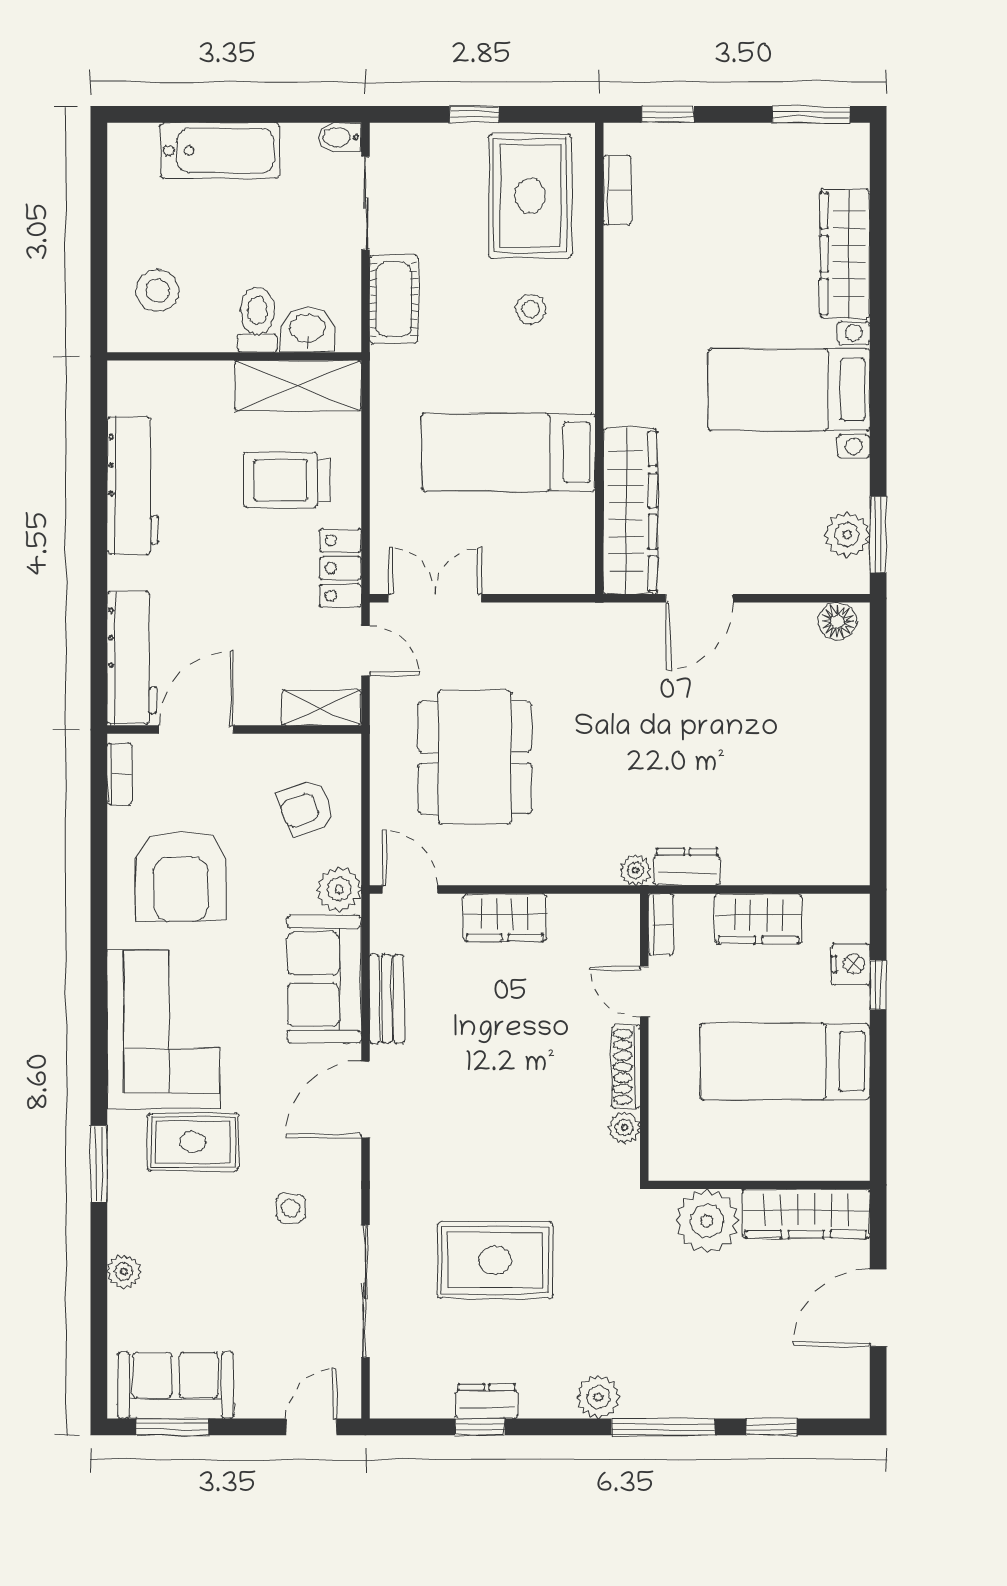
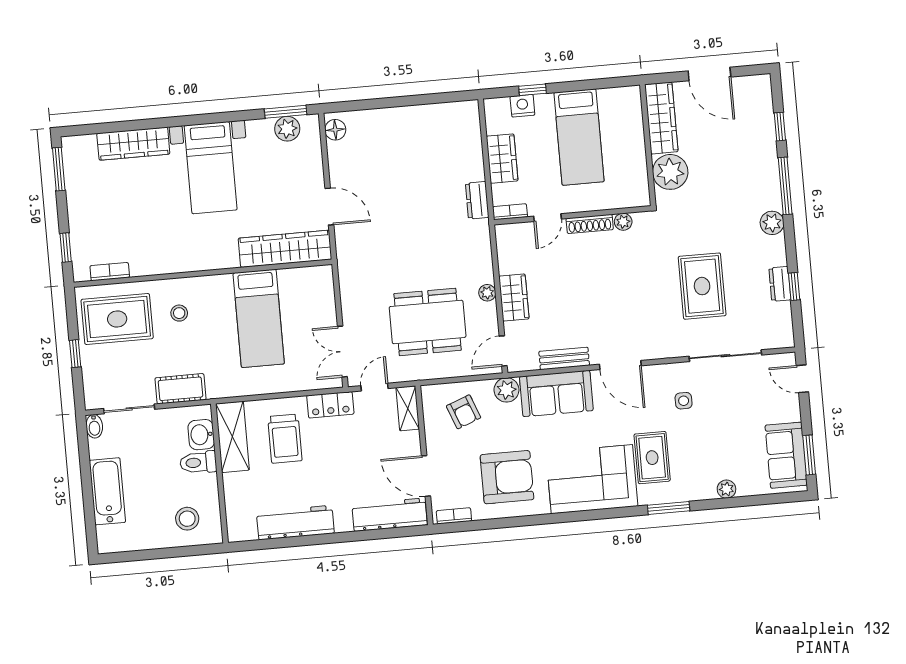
plant: (635, 870) -> (487, 293), moved

